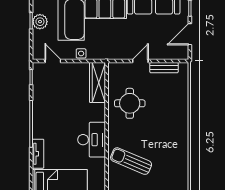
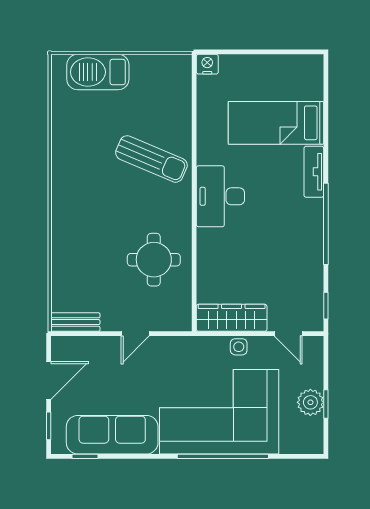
bench: (164, 68) -> (75, 322), moved
wardrobe: (98, 82) -> (232, 318), moved, turned -90

